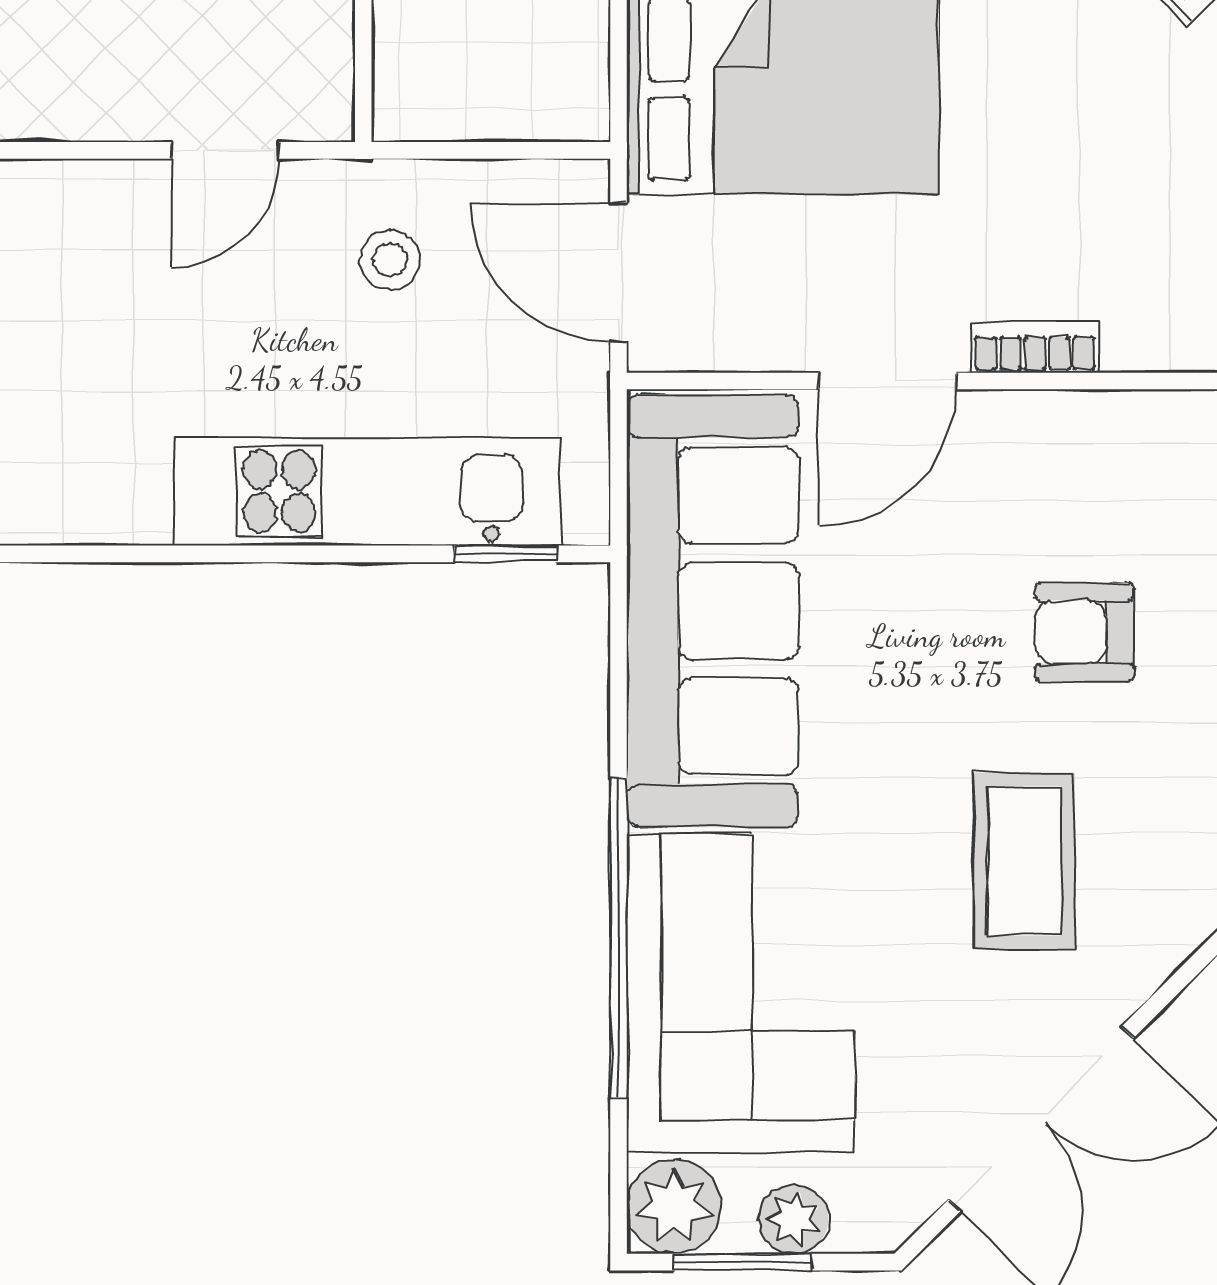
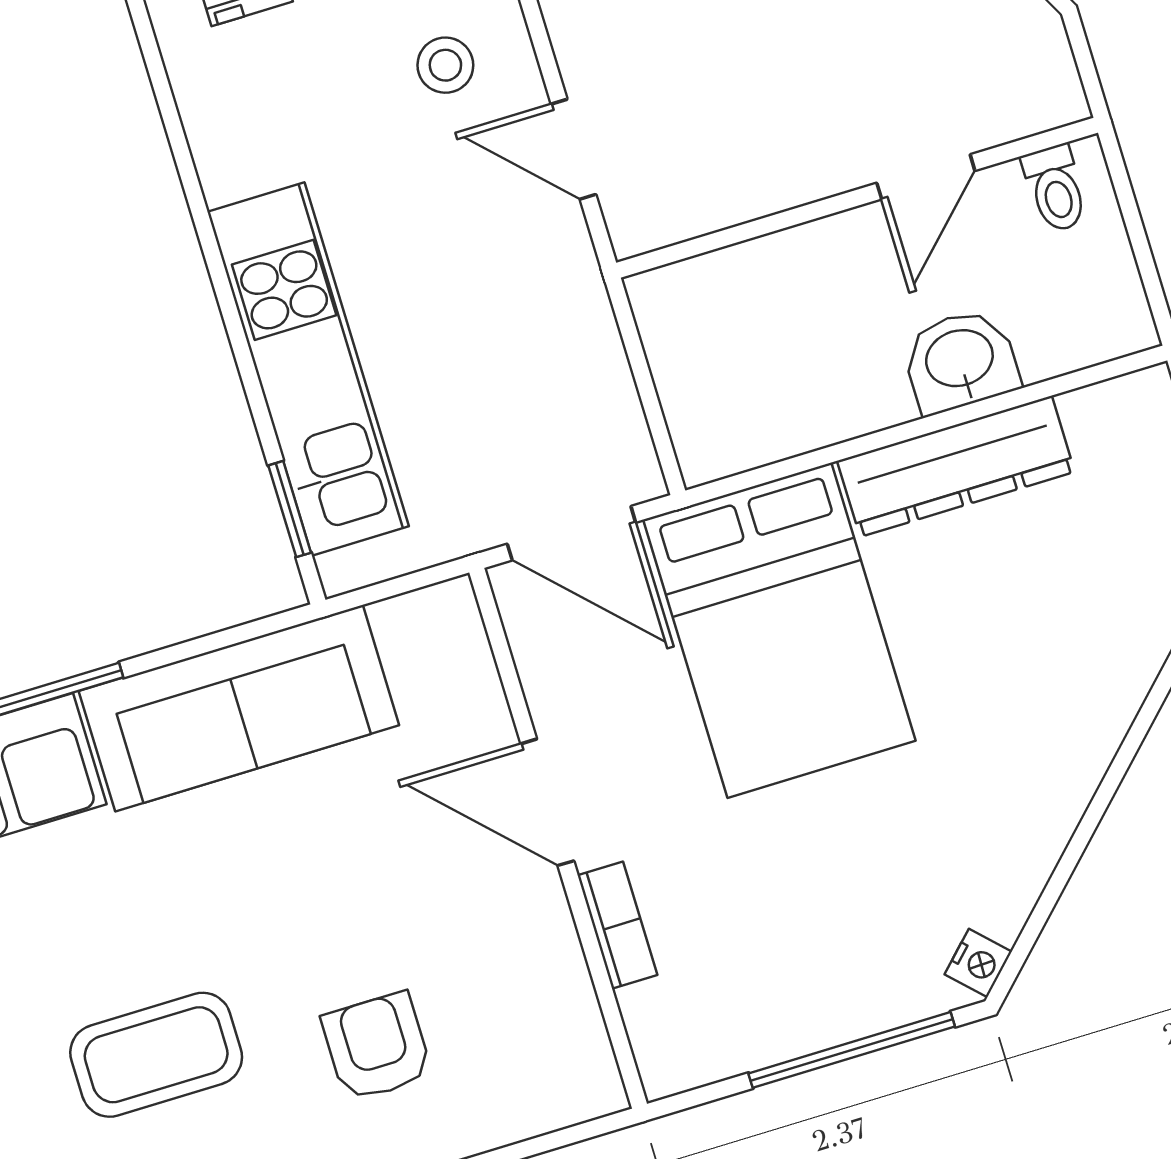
stool: (390, 260) -> (445, 65), moved
door: (619, 272) -> (571, 533), swing flipped
sofa: (713, 611) -> (239, 708), width x0.74, depth x0.79

